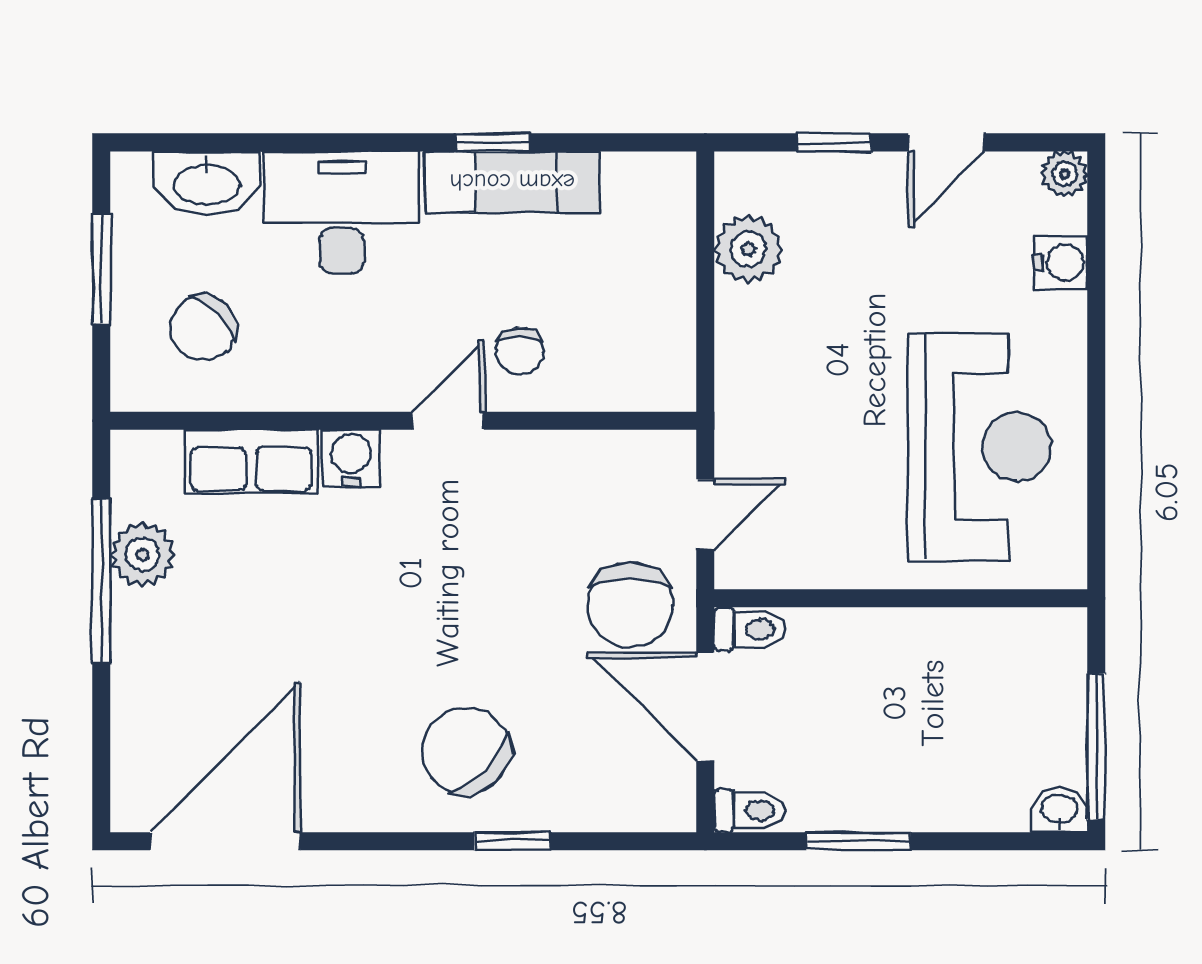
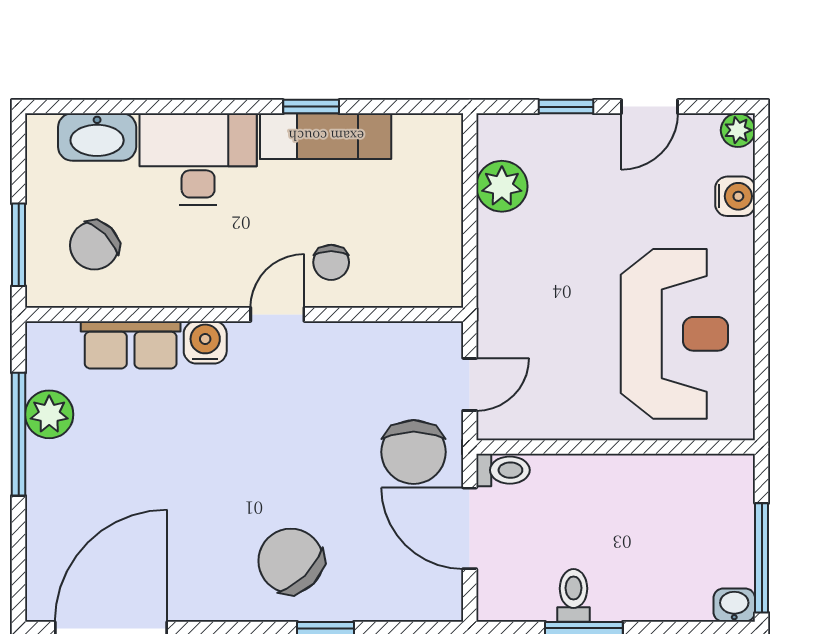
window: (101, 269) -> (19, 245), moved
toilet: (750, 811) -> (574, 595), moved, turned -90

